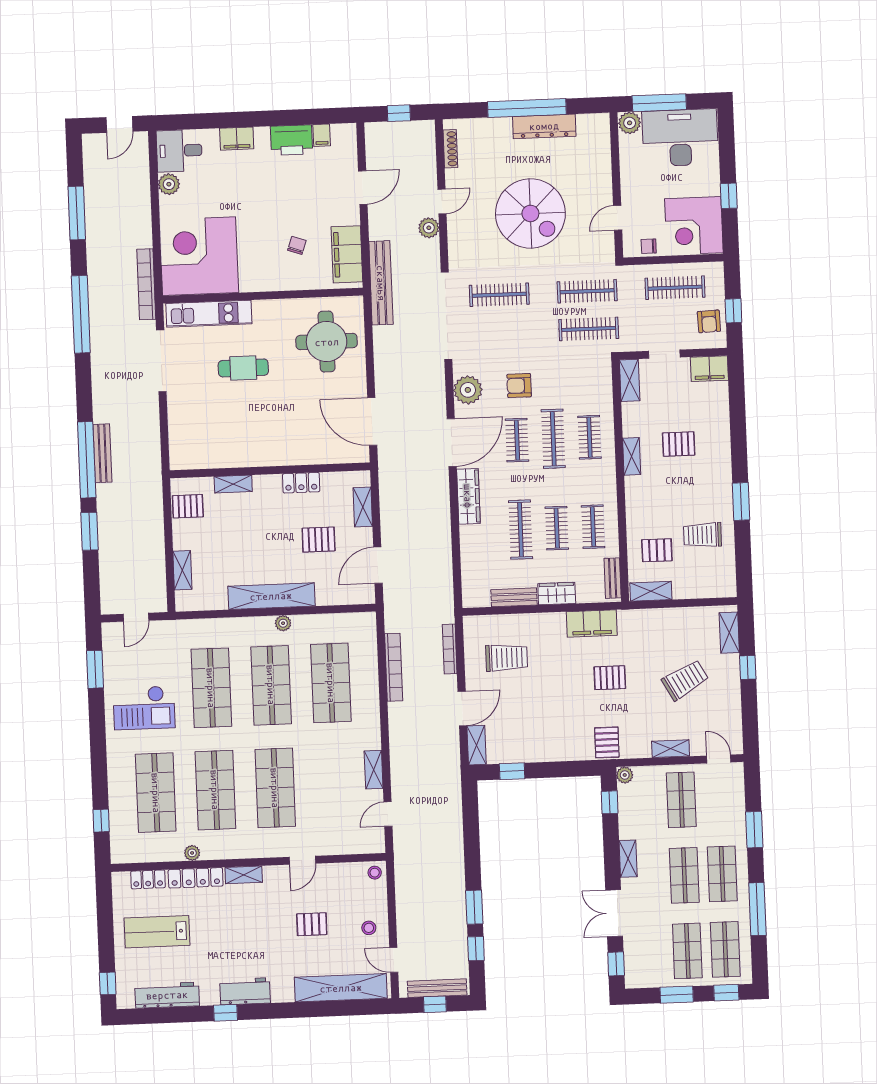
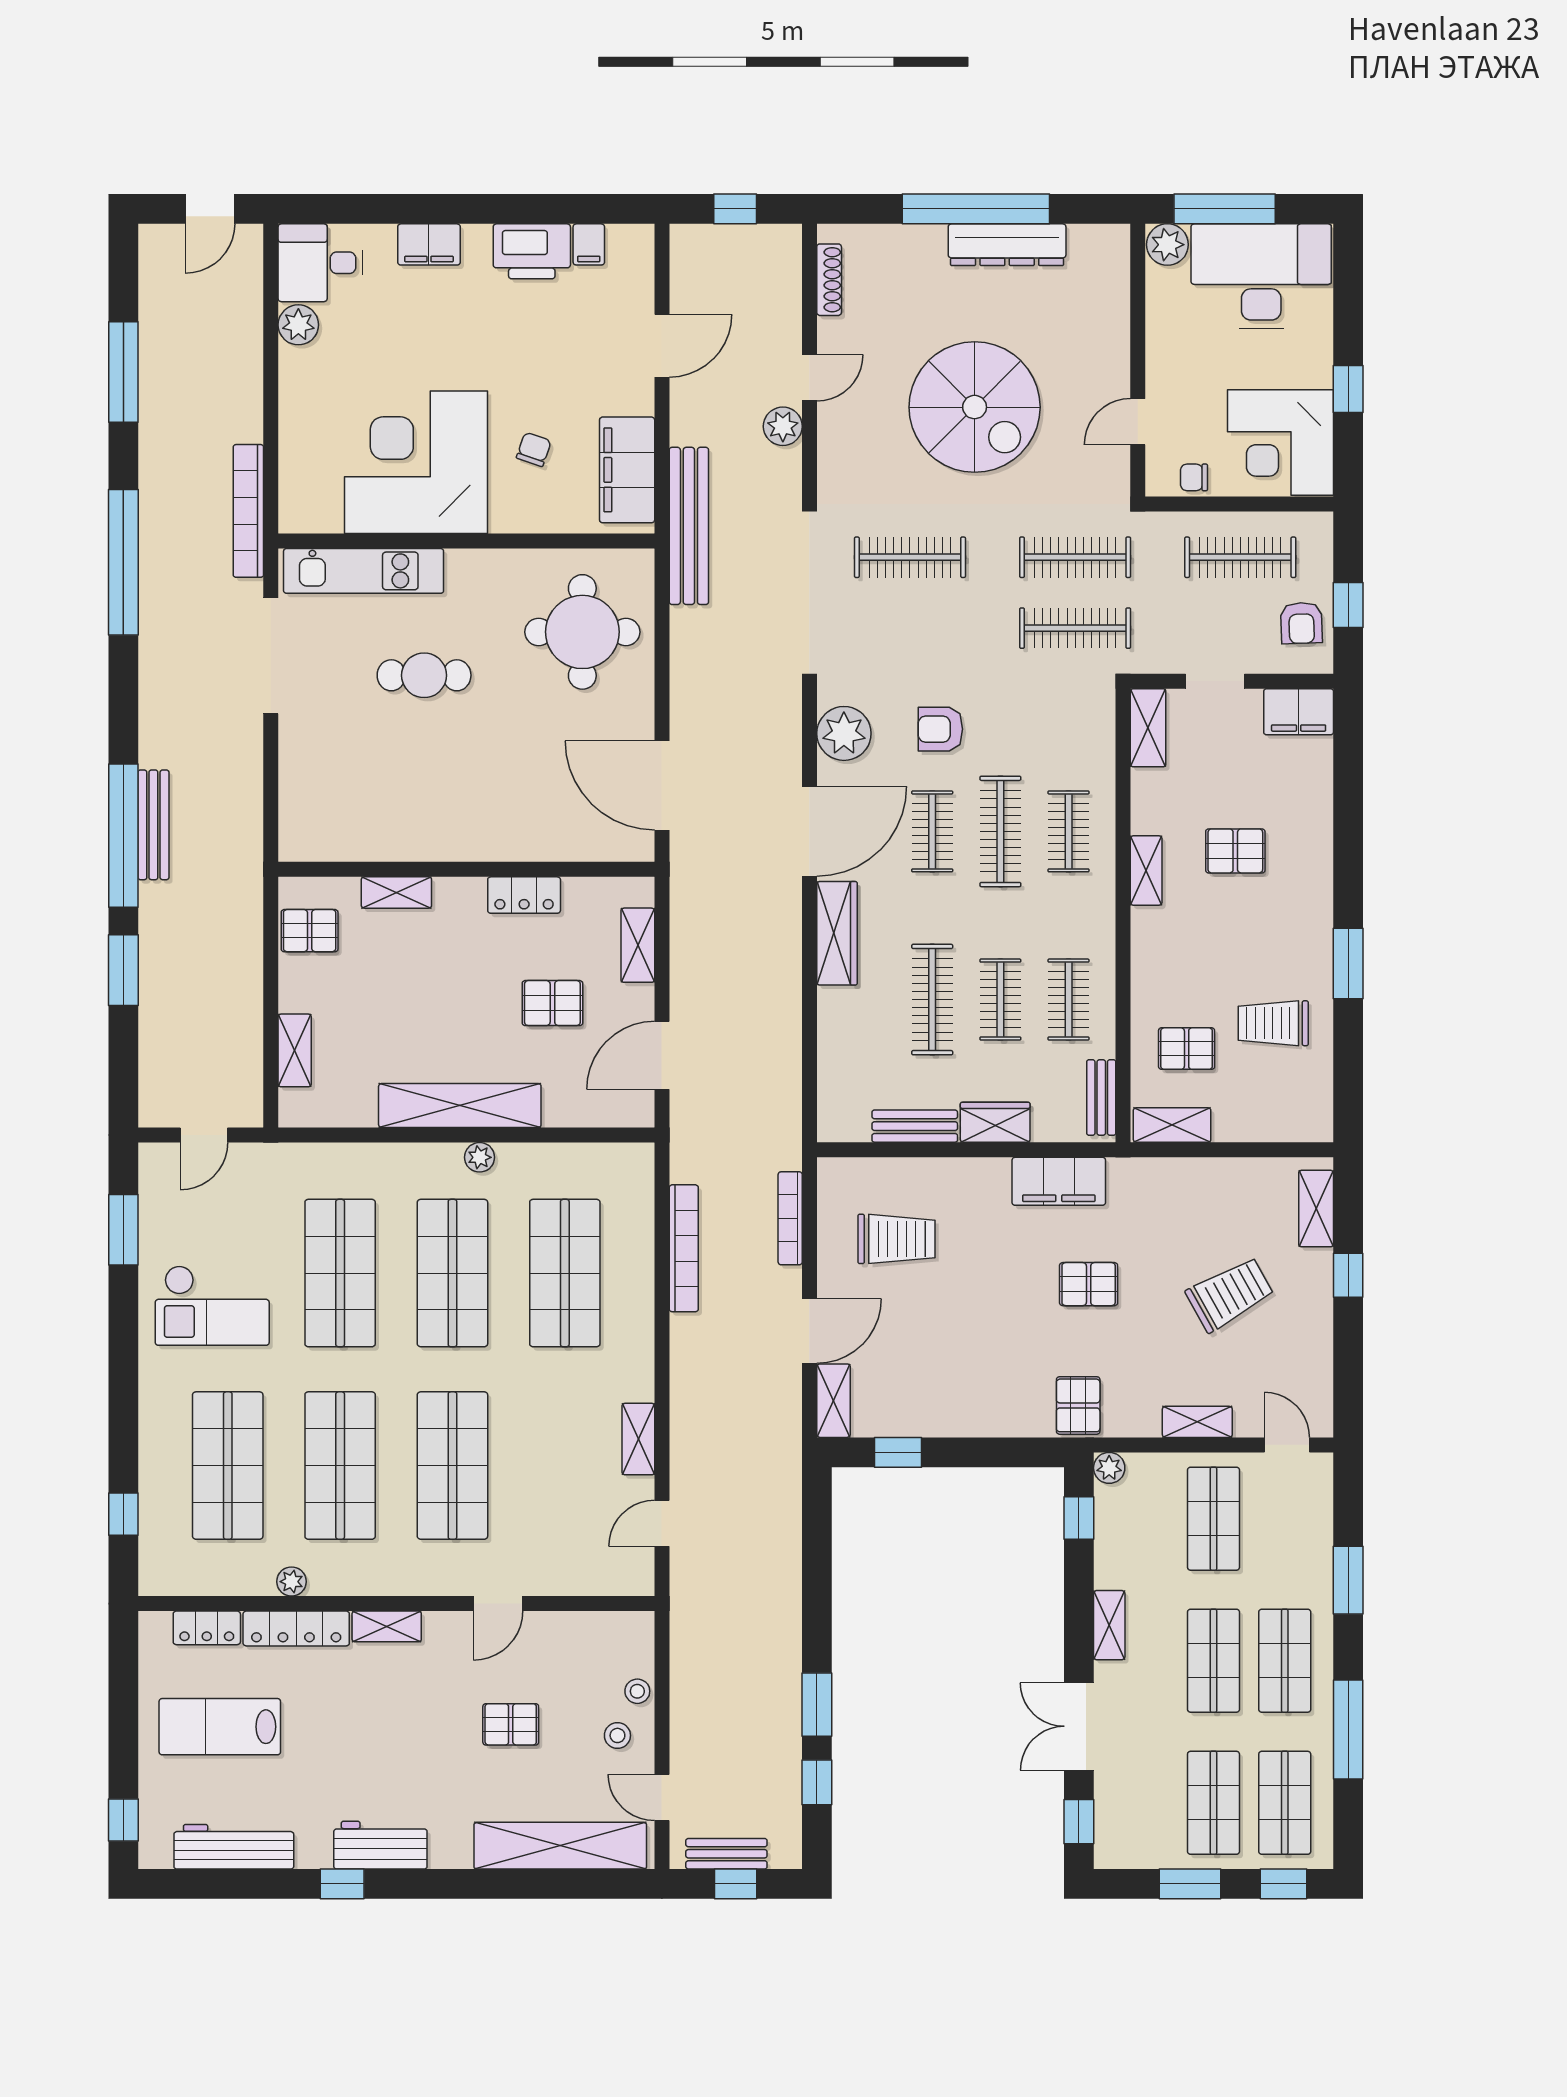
corner desk: (199, 256) -> (416, 462), moved
stool: (375, 873) -> (637, 1691), moved
bench: (437, 988) -> (726, 1854), width x0.73

